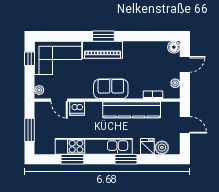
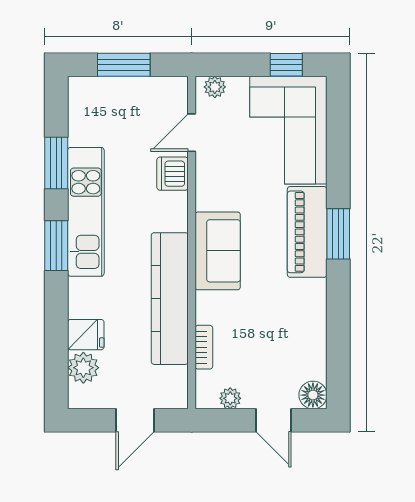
kitchen unit: (94, 146) -> (86, 212), width x0.73
window: (126, 159) -> (56, 246), moved

